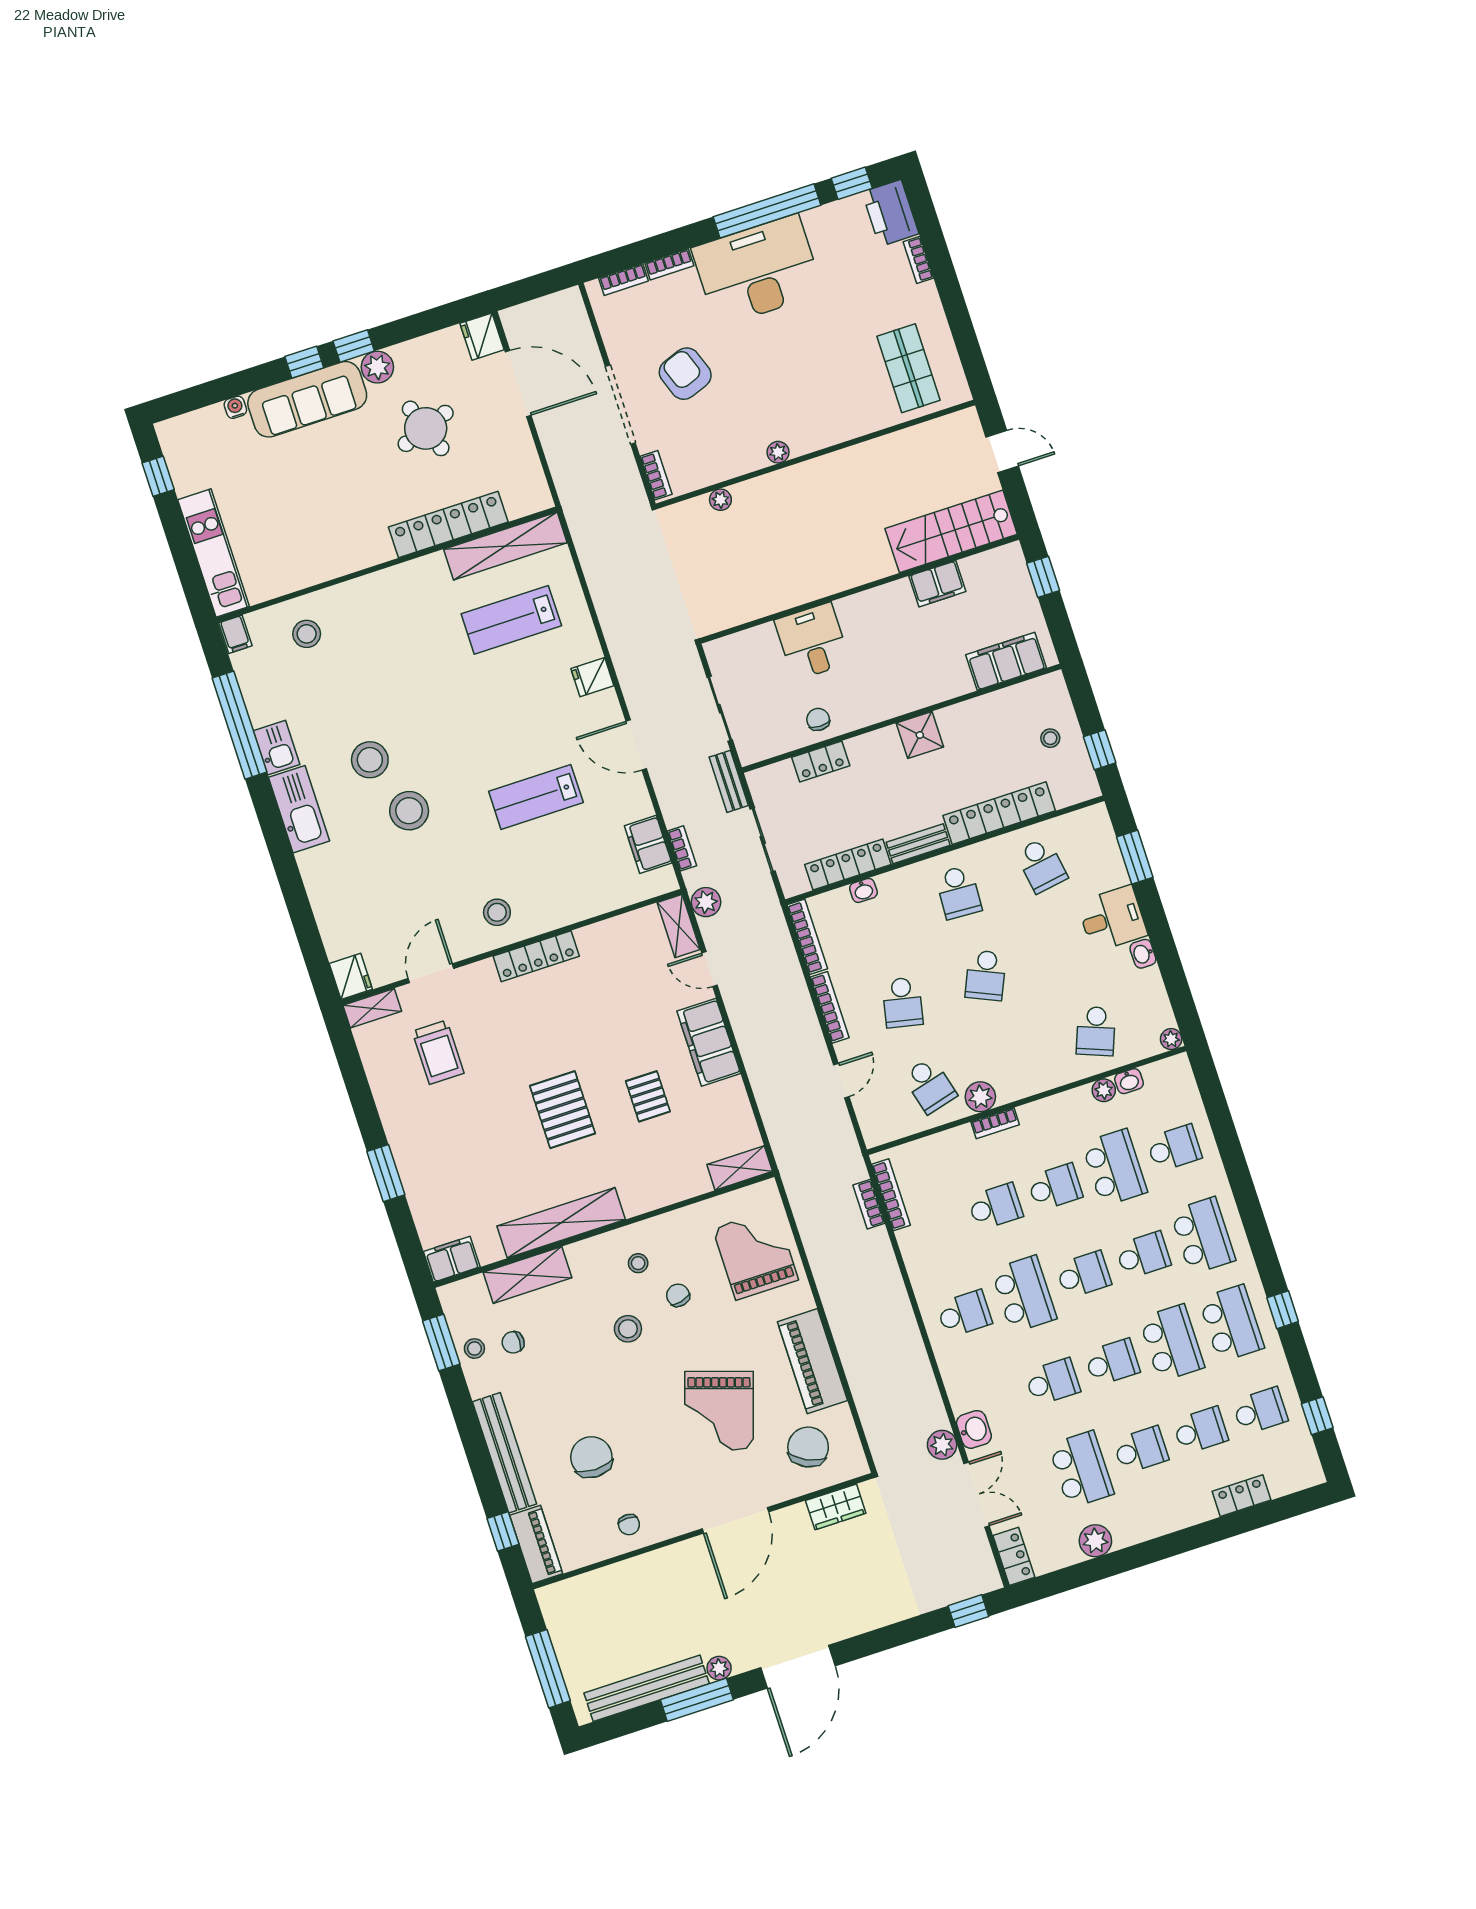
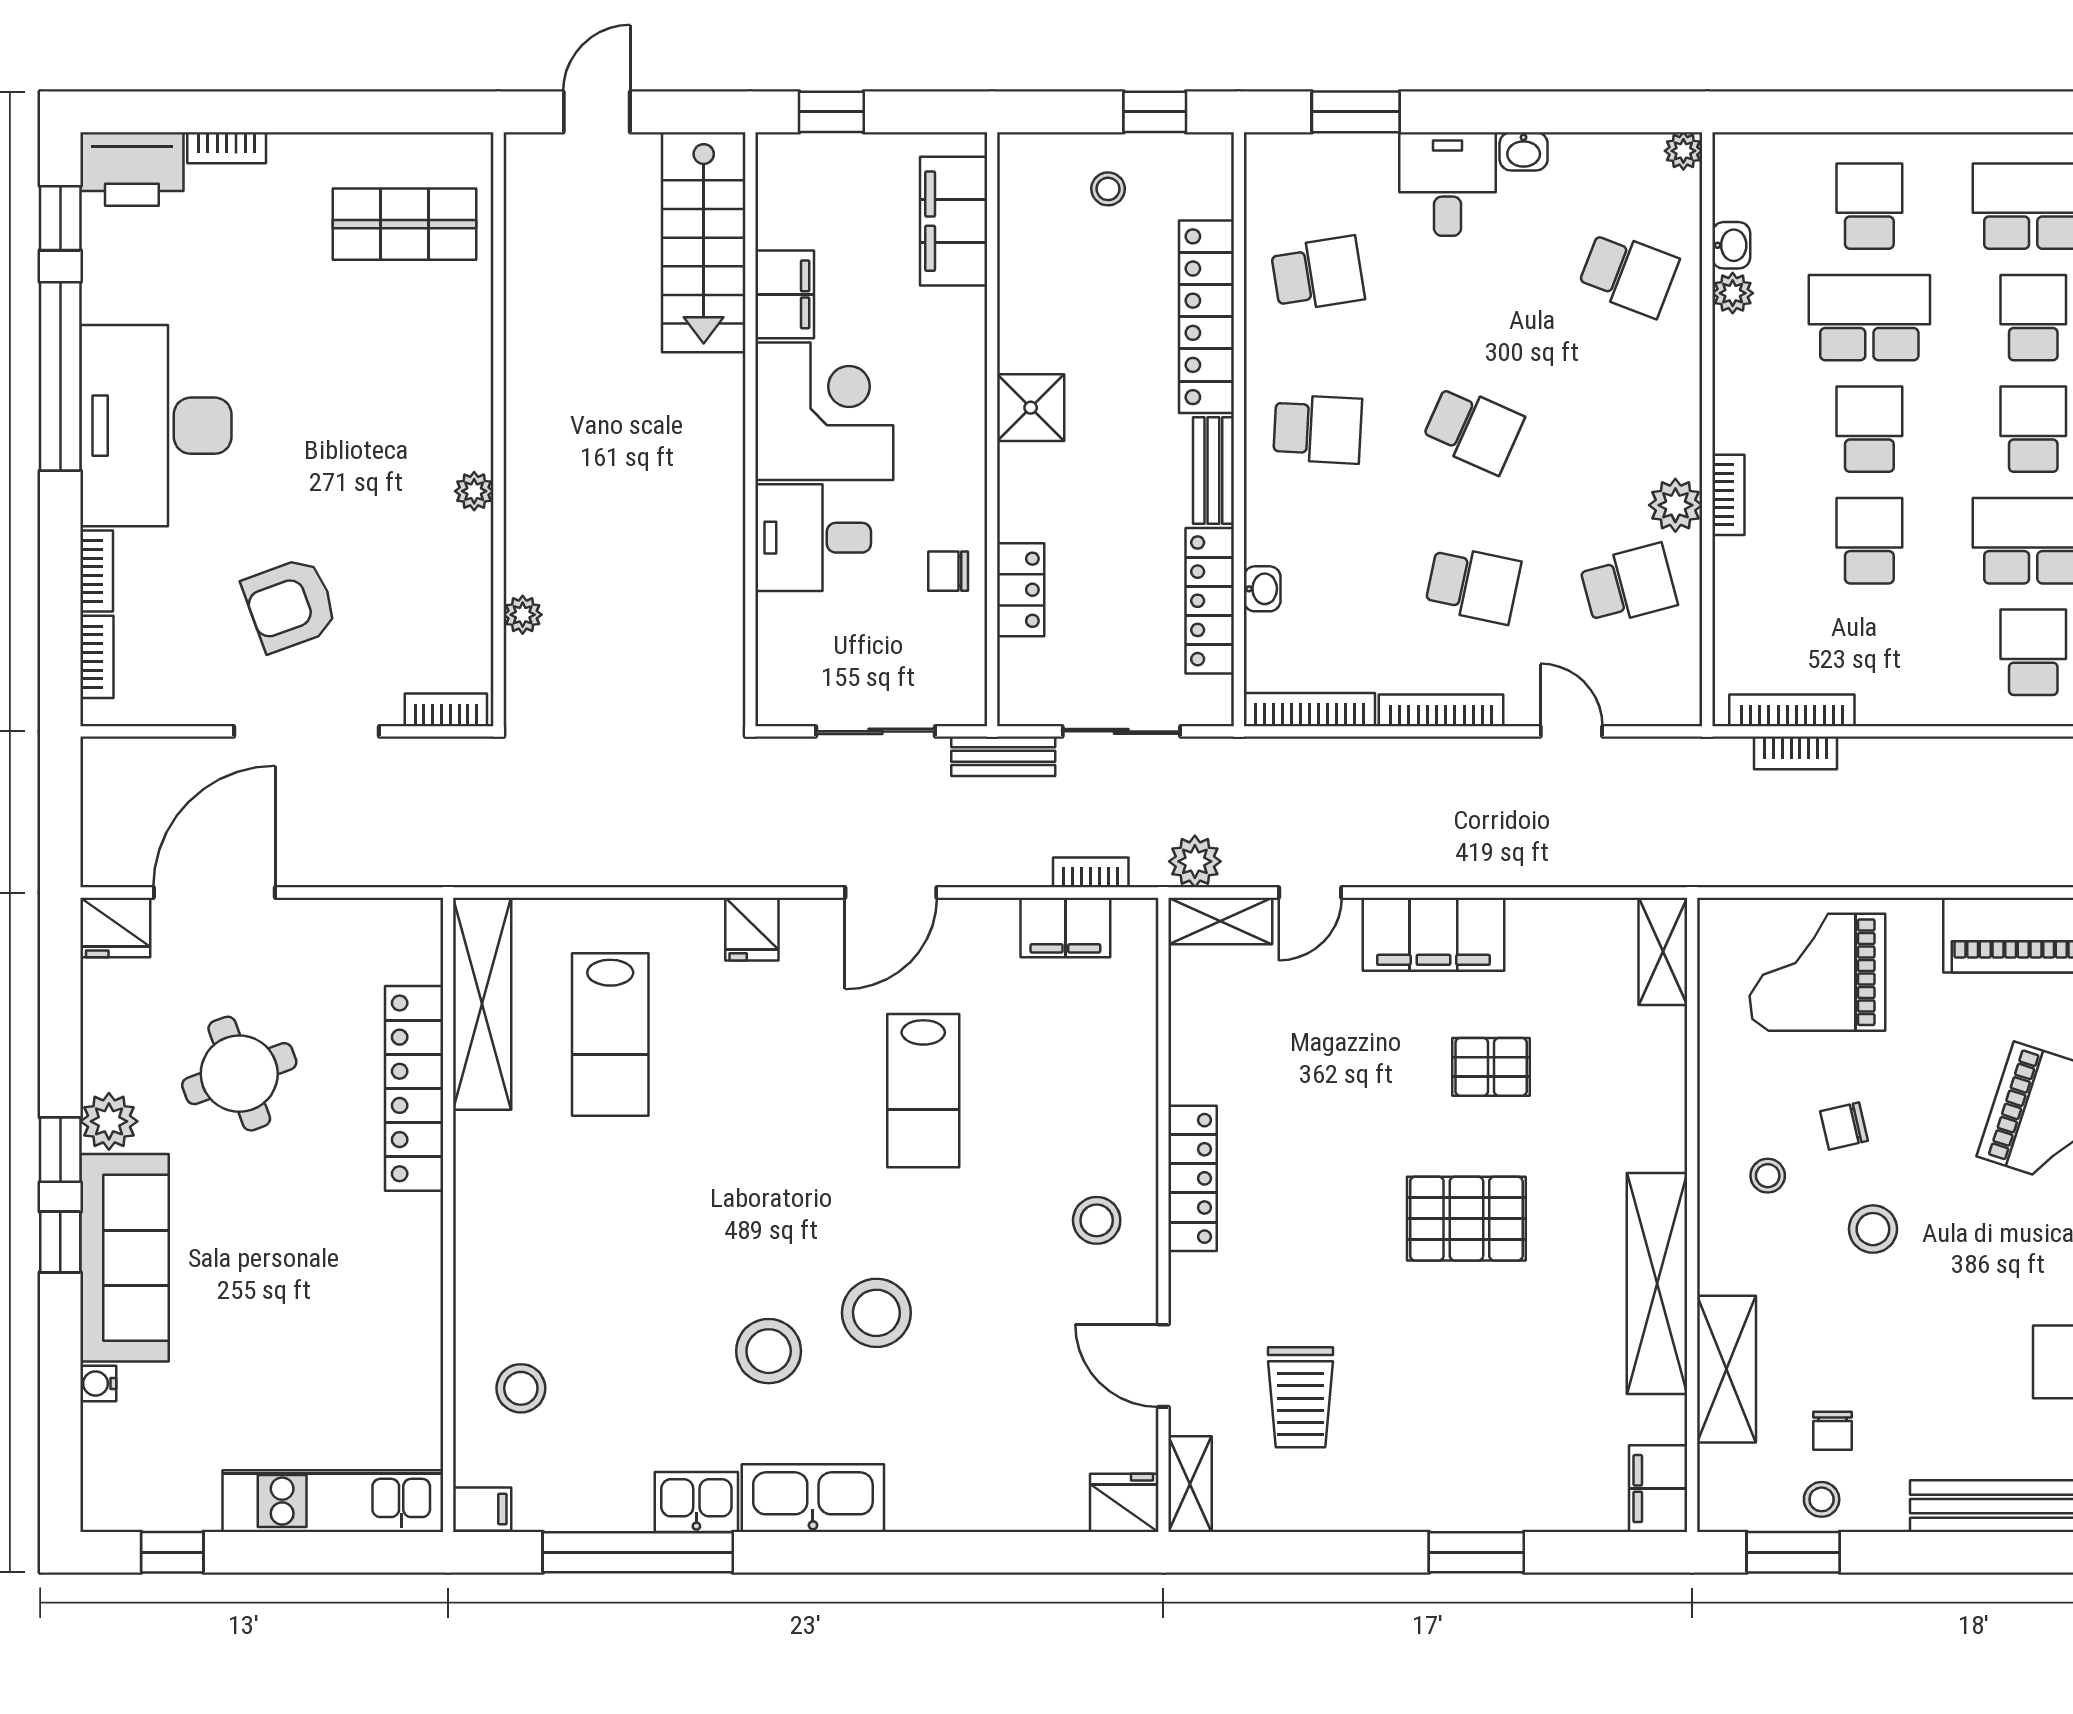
corner desk: (882, 625) -> (824, 411), added
trolley: (438, 1052) -> (1301, 1397), turned 90

